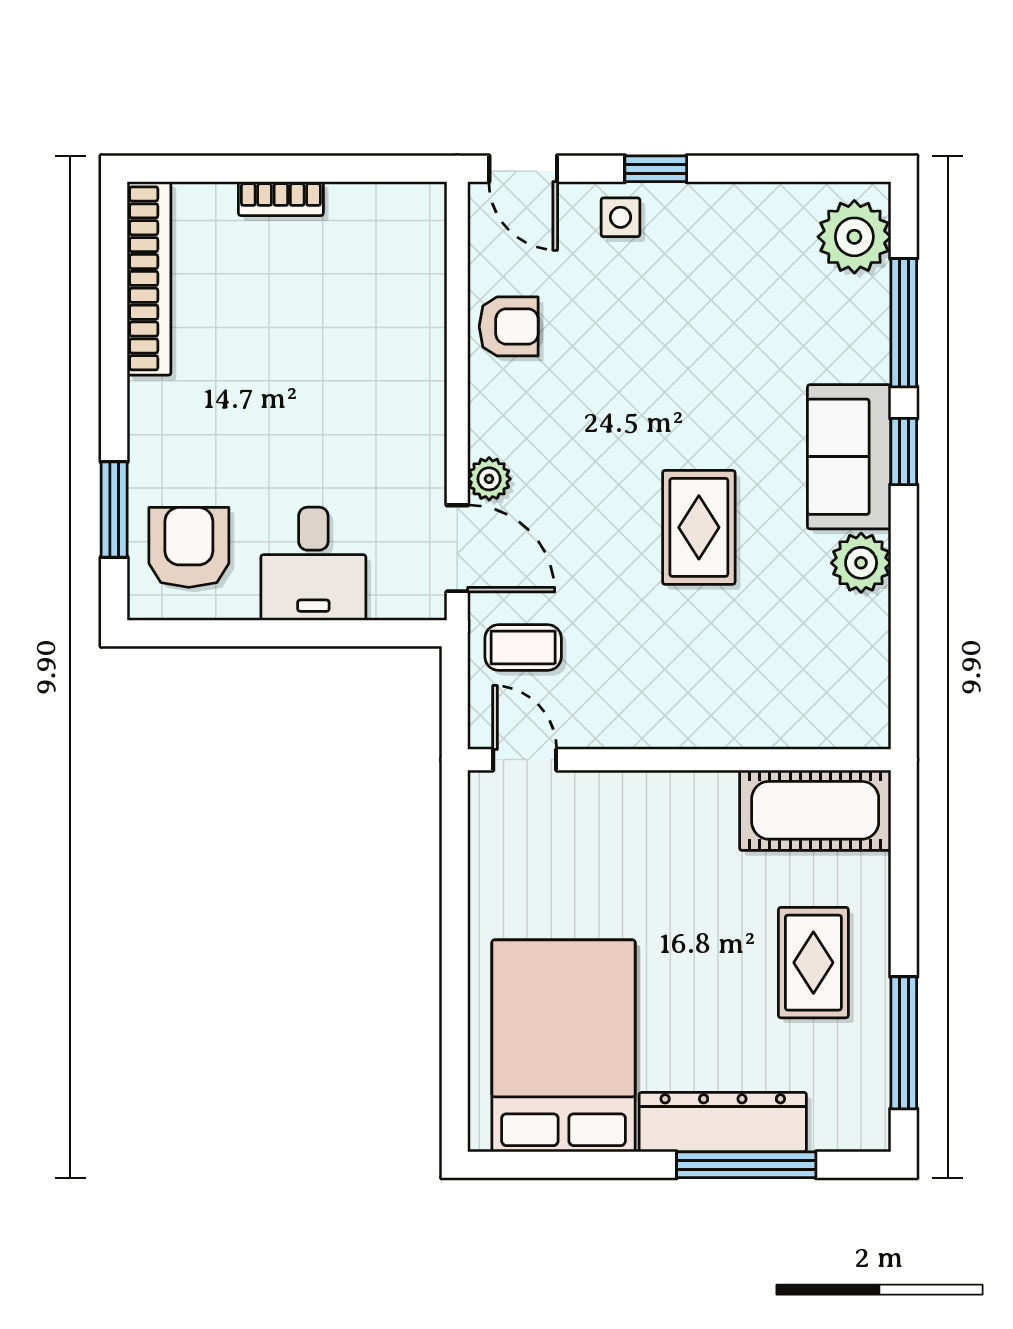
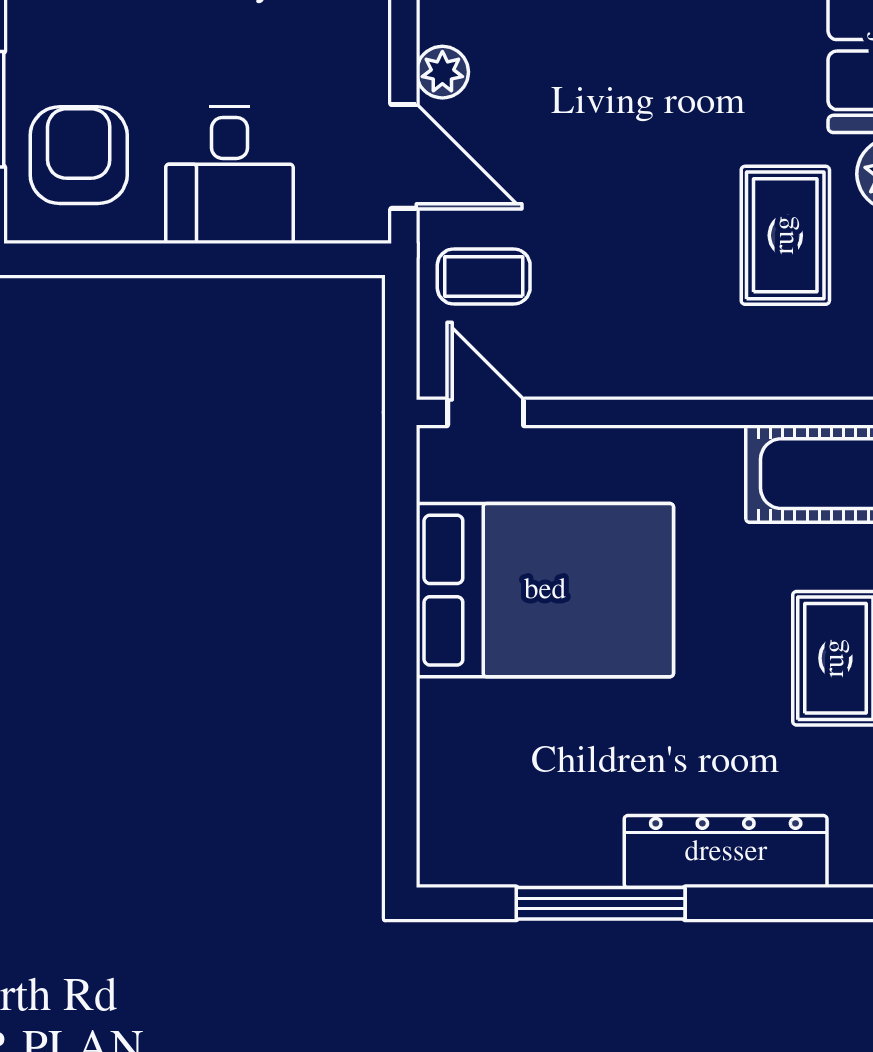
rug: (699, 527) -> (785, 235), moved
bed: (564, 1046) -> (545, 590), moved, turned 90
window: (746, 1165) -> (601, 903), moved

